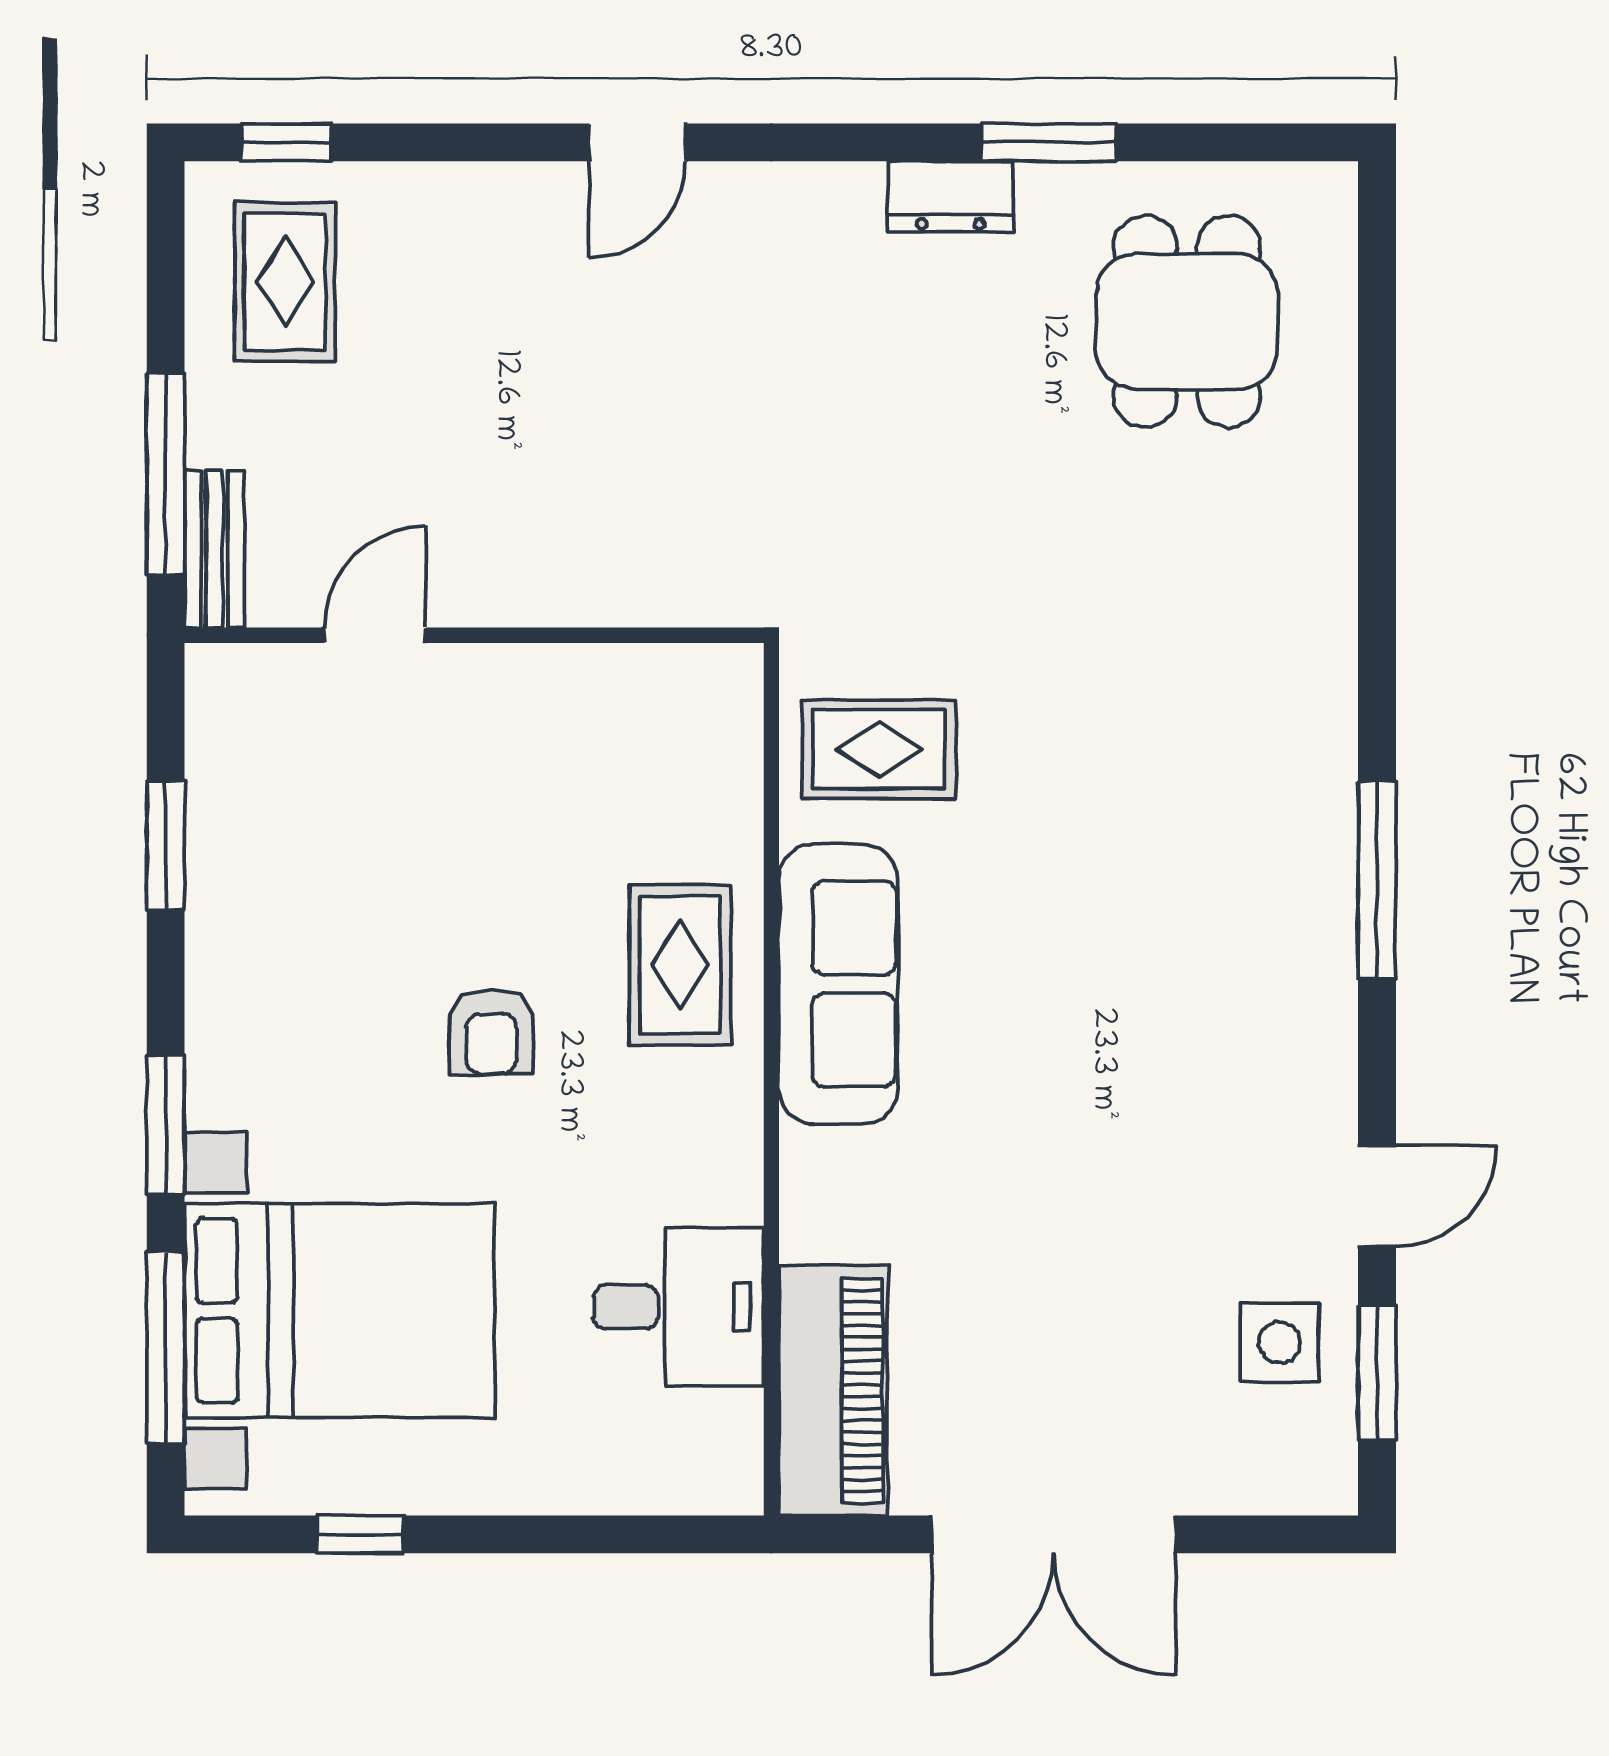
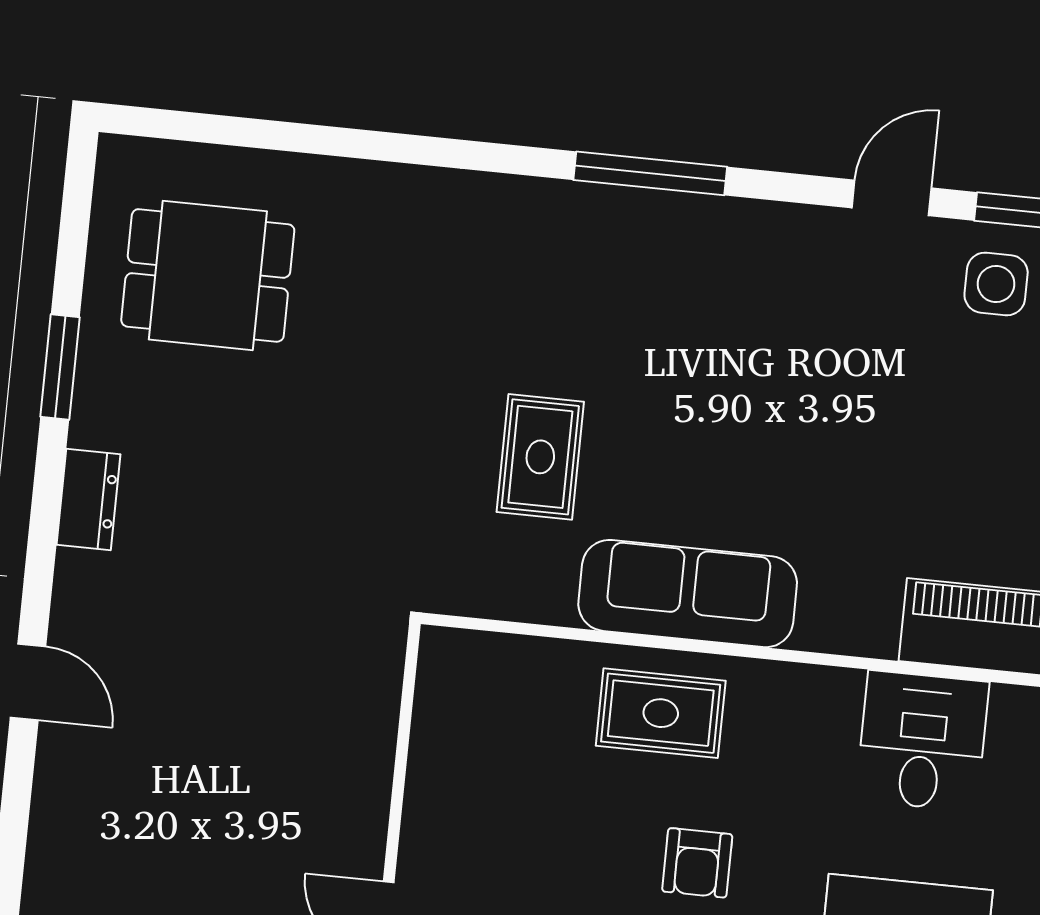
dresser: (951, 197) -> (88, 500), moved
rug: (879, 749) -> (540, 457), moved
armchair: (491, 1032) -> (697, 863), turned 90
door: (1377, 1196) -> (892, 198), hinge flipped

